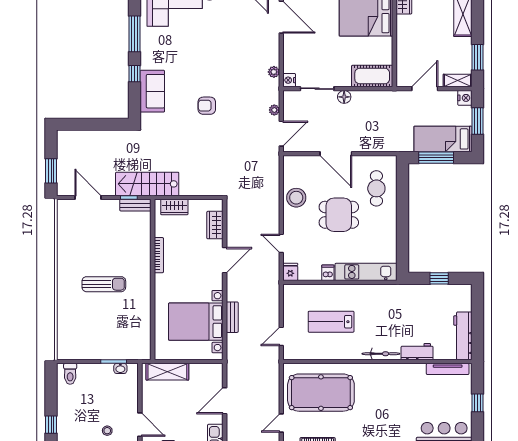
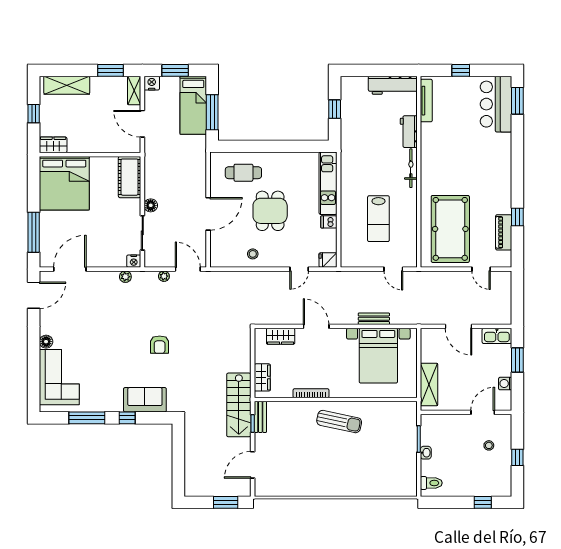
stool: (296, 198) -> (253, 254), width x0.53, depth x0.53
sun lounger: (104, 284) -> (339, 422), moved, turned 102
washbasin: (120, 368) -> (426, 453), moved

